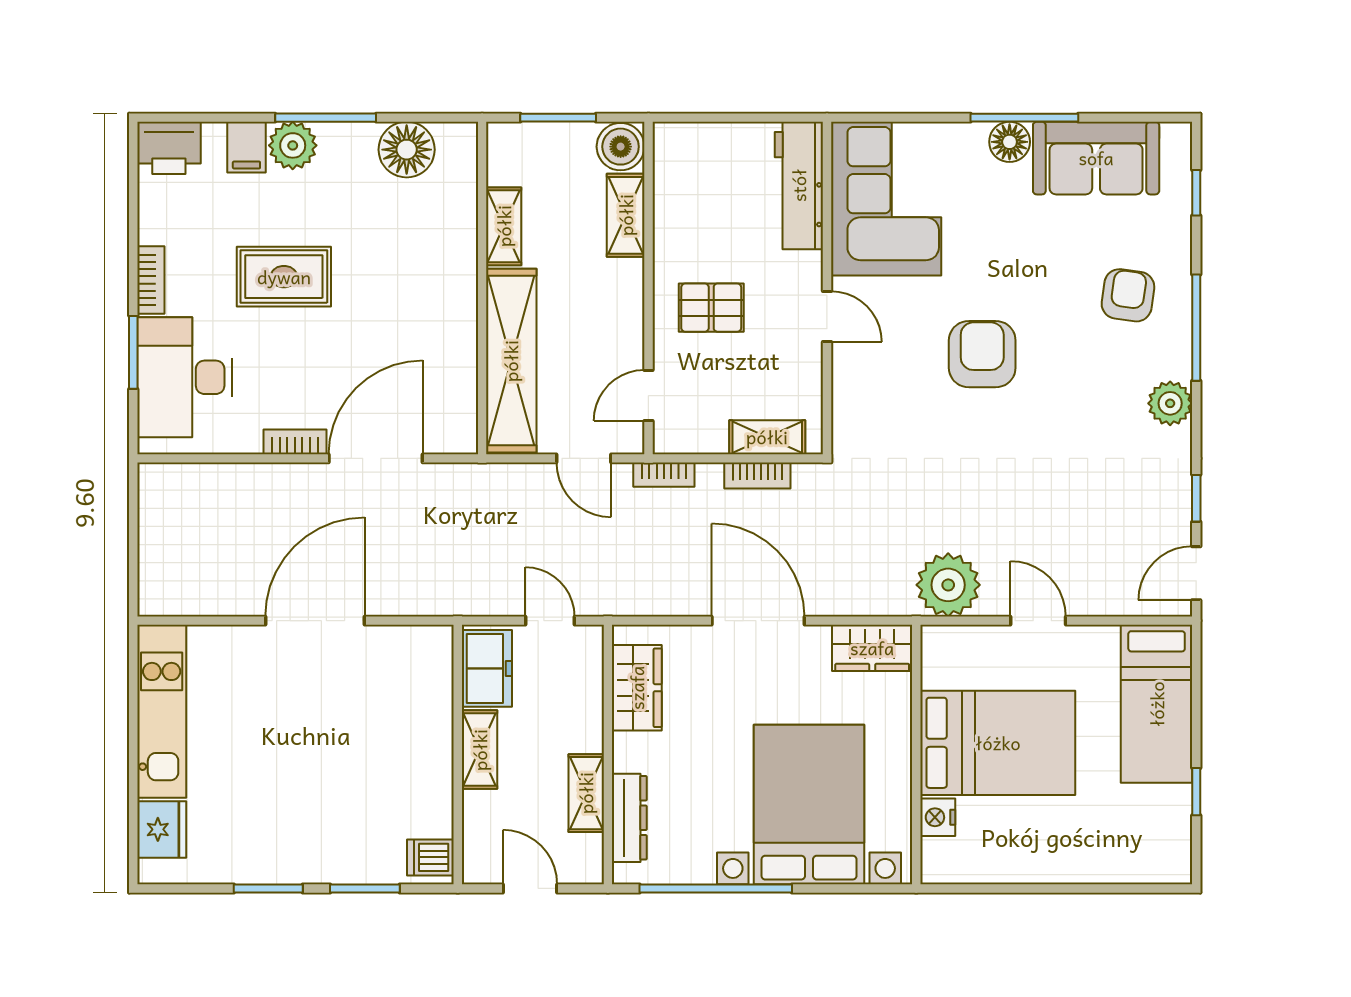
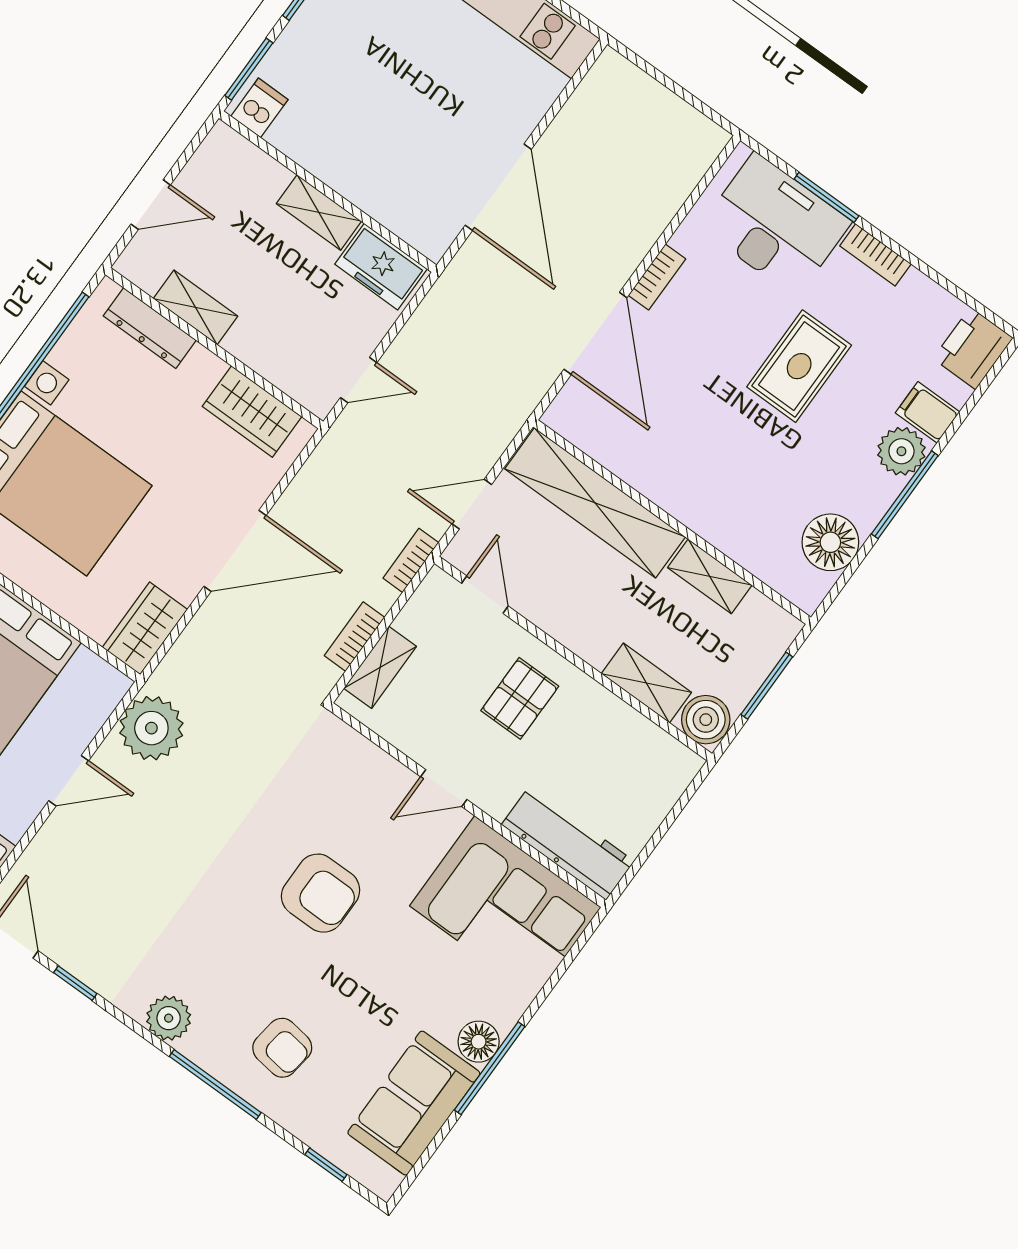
freezer: (487, 668) -> (381, 267), moved
shelving: (480, 750) -> (319, 212), moved
wall: (458, 755) -> (328, 192), moved
dishwasher: (430, 857) -> (259, 108), moved

